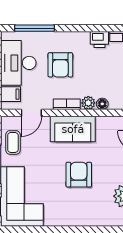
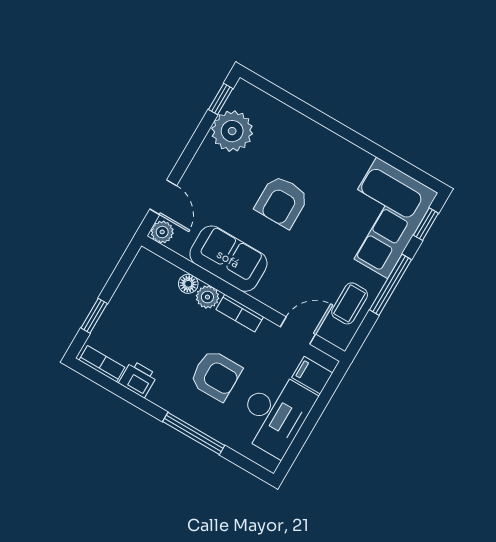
window: (35, 28) -> (194, 434), moved
armchair: (60, 65) -> (216, 375), turned 90
sofa: (73, 129) -> (228, 259), moved

